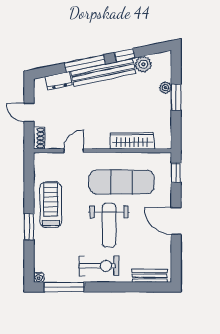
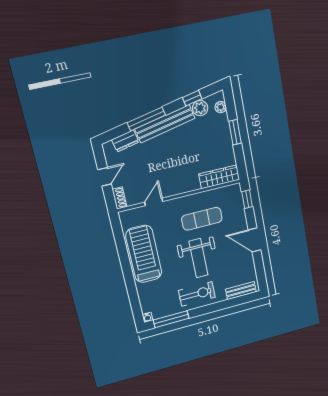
window: (125, 55) -> (192, 98), moved
plant: (165, 88) -> (221, 107), moved
door: (29, 113) -> (105, 177), swing flipped
wardrobe: (132, 141) -> (219, 177), moved
exercise mat: (122, 182) -> (202, 219), width x0.73, depth x0.69
treadmill: (51, 205) -> (144, 254), width x1.37, depth x1.38
window: (29, 227) -> (129, 278), removed

